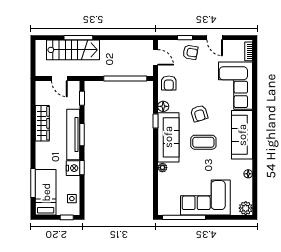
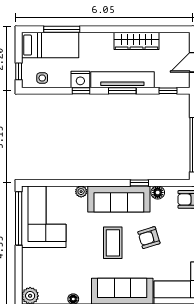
corner sofa: (205, 197) -> (44, 217), moved

